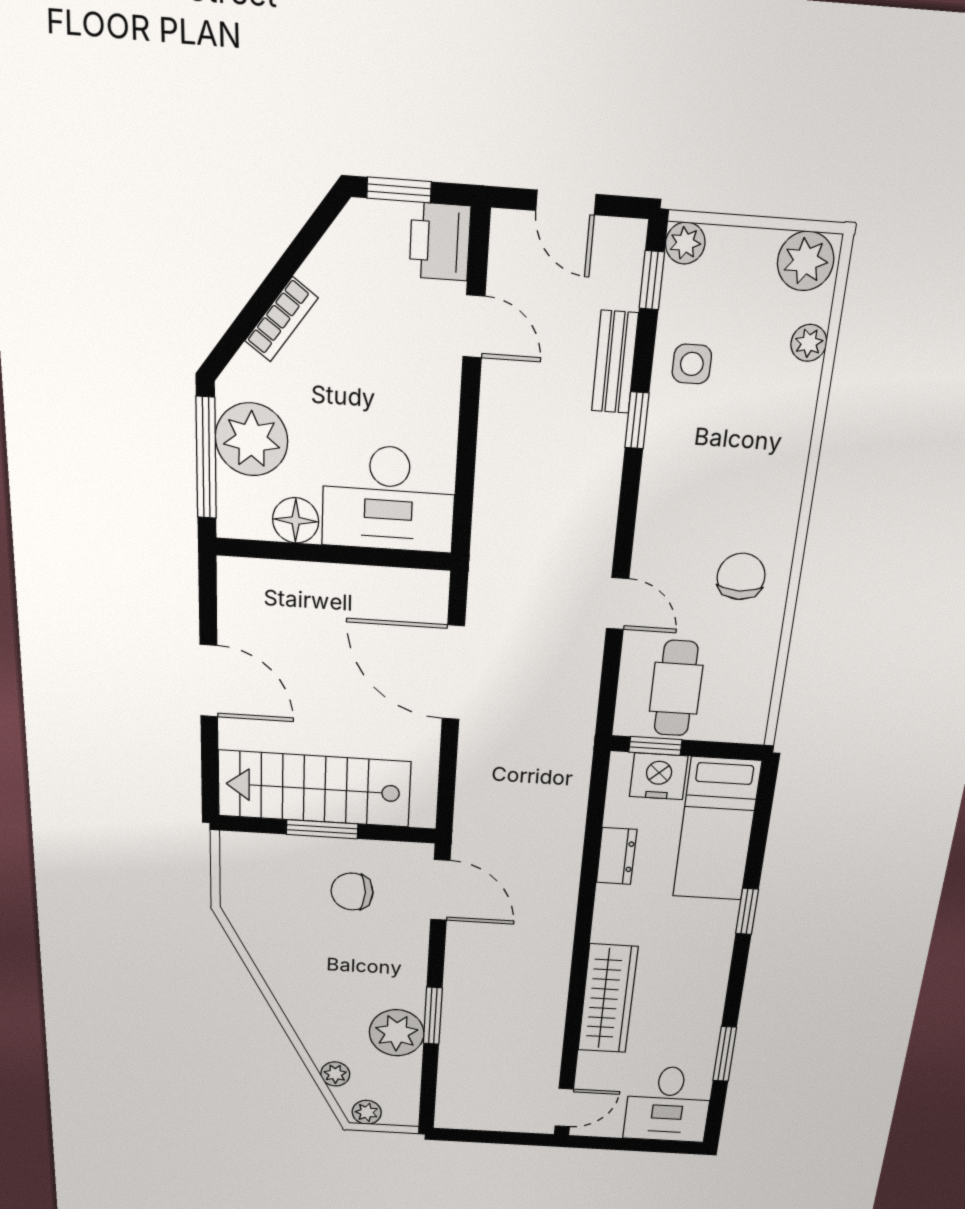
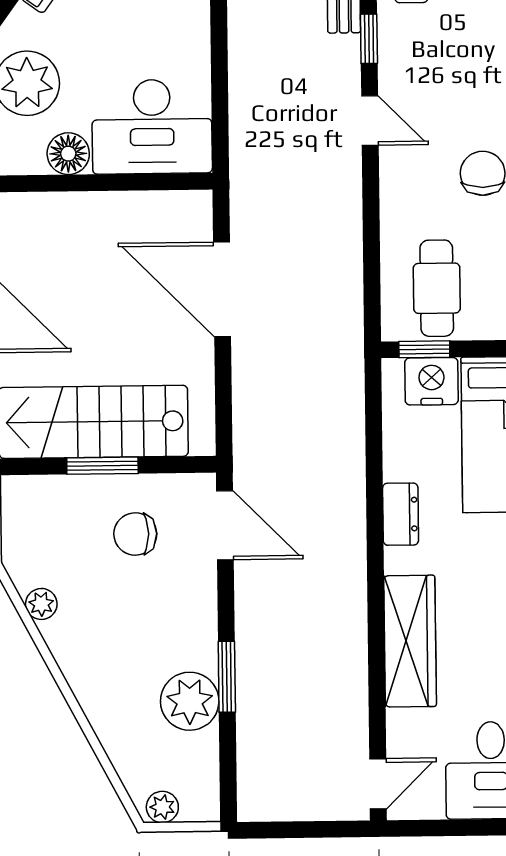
door: (618, 604) -> (370, 121), moved
dresser: (616, 856) -> (401, 514), moved
plant: (335, 1074) -> (41, 604), moved

